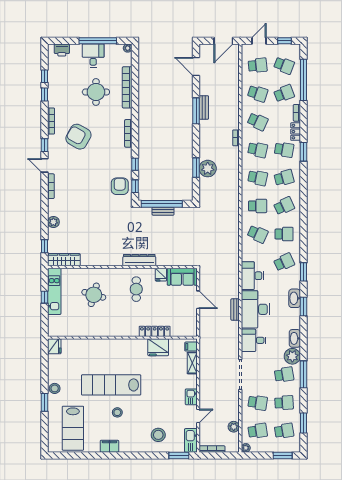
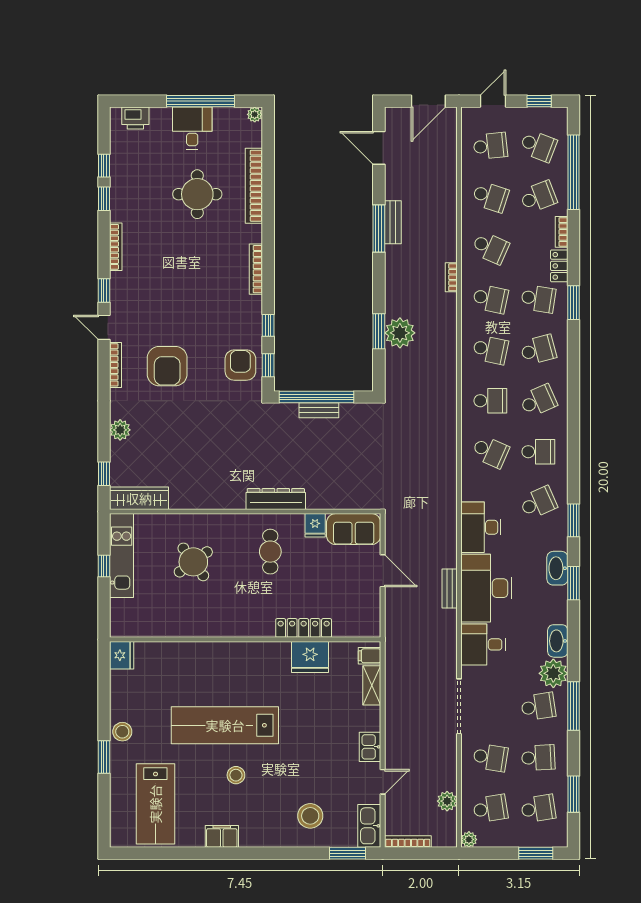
armchair: (78, 137) -> (167, 366), moved, turned -119
round table: (94, 295) -> (193, 562), turned 38

